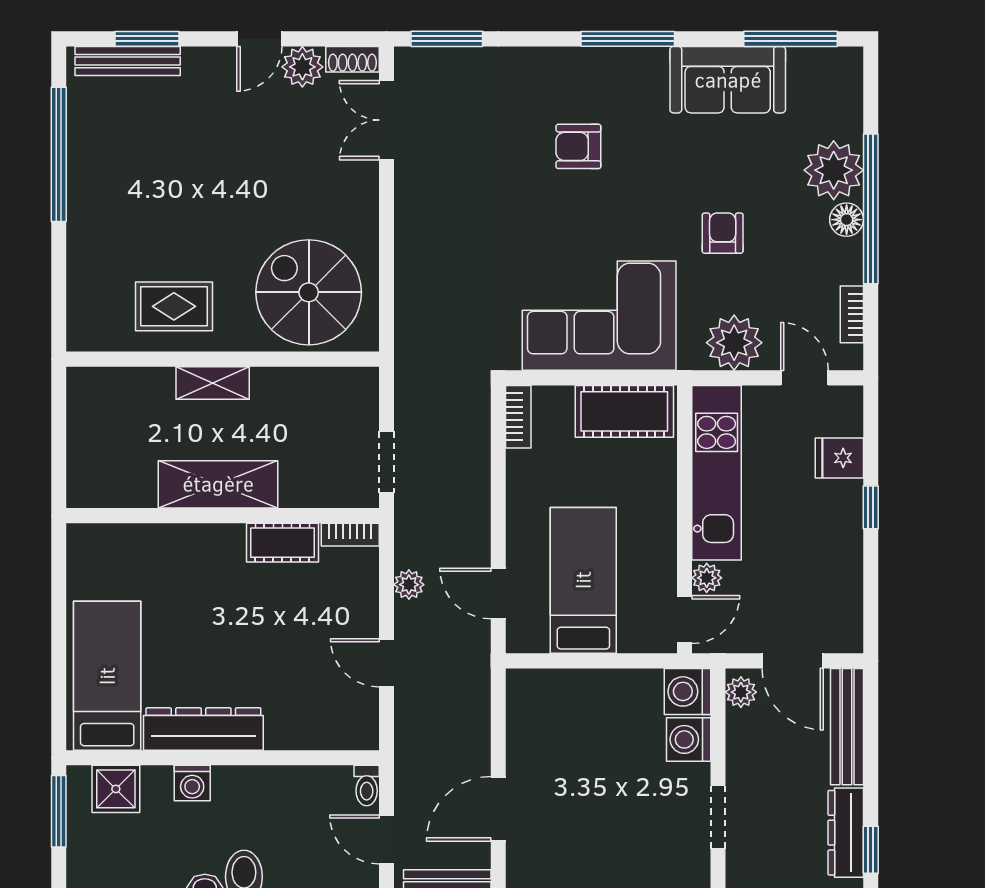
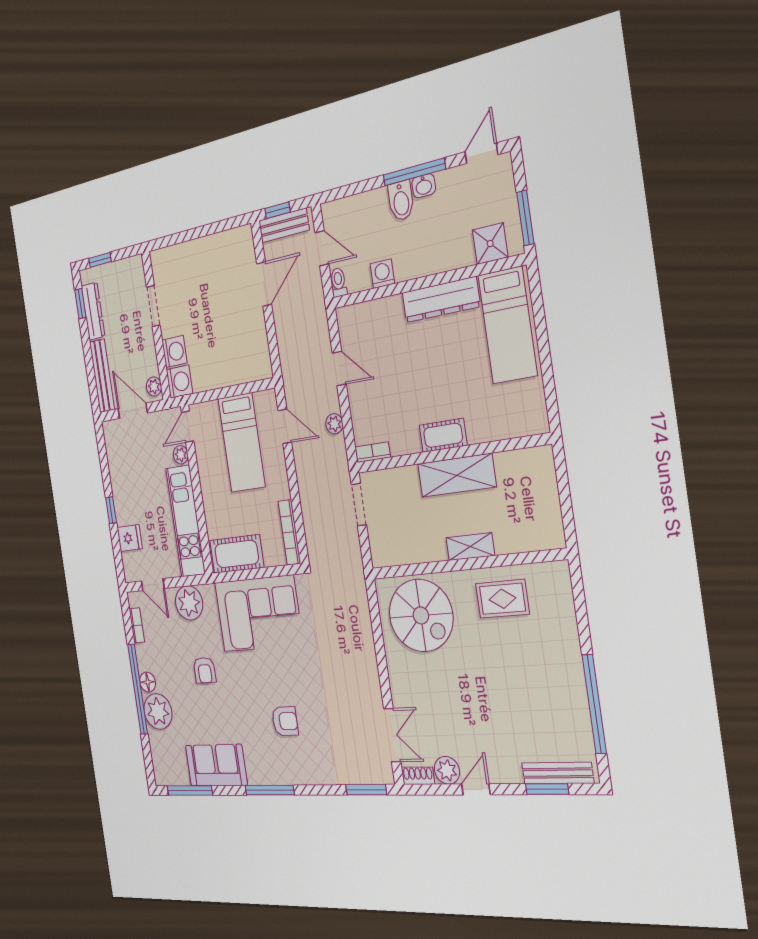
bookcase: (518, 417) -> (289, 532), width x1.56
cot: (282, 543) -> (443, 435), moved
washing machine: (192, 783) -> (382, 274), moved

